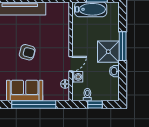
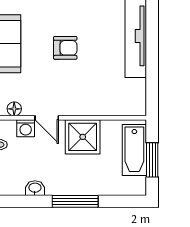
armchair: (27, 52) -> (65, 48), turned -105
shower: (108, 52) -> (83, 137), moved

